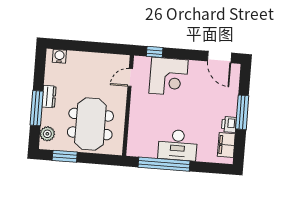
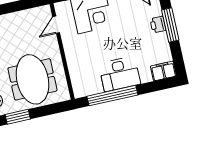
printer: (229, 124) -> (158, 25), moved
filing cabinet: (226, 145) -> (163, 71), moved, turned 90

